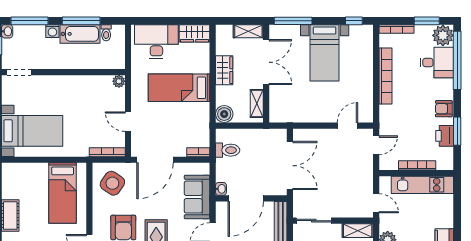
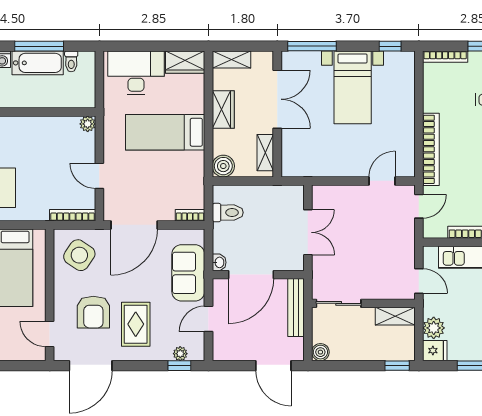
shelving: (248, 31) -> (231, 59), moved
bookcase: (385, 76) -> (431, 149), moved
double door: (290, 166) -> (308, 232), width x0.73

